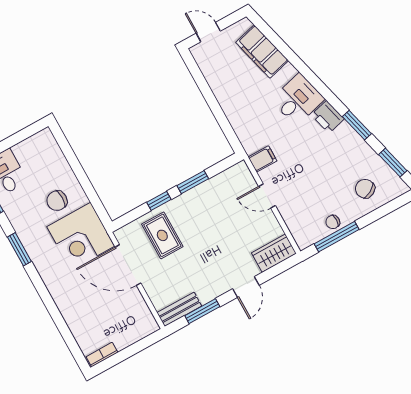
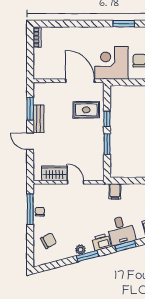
plant: (353, 139) -> (81, 250), added
filing cabinet: (262, 159) -> (115, 191), moved
window: (393, 163) -> (125, 246), moved
door: (267, 196) -> (76, 182), hinge flipped
wardrobe: (274, 253) -> (54, 173), moved, turned -90
door: (128, 265) -> (80, 81), hinge flipped
bench: (179, 309) -> (39, 119), moved

